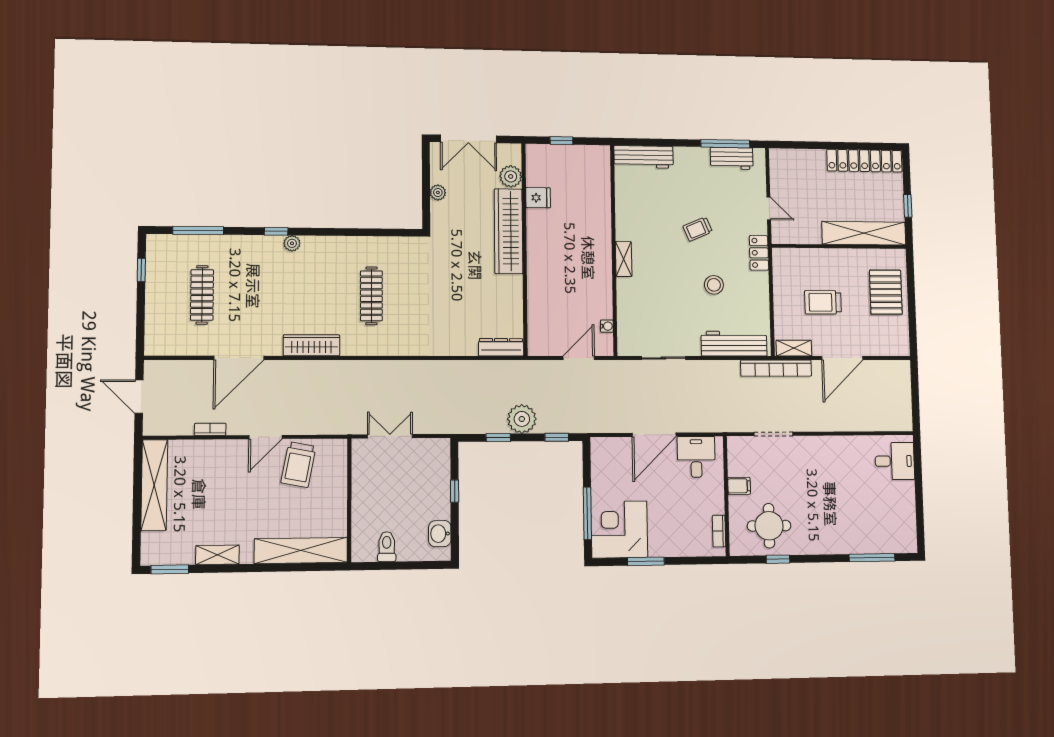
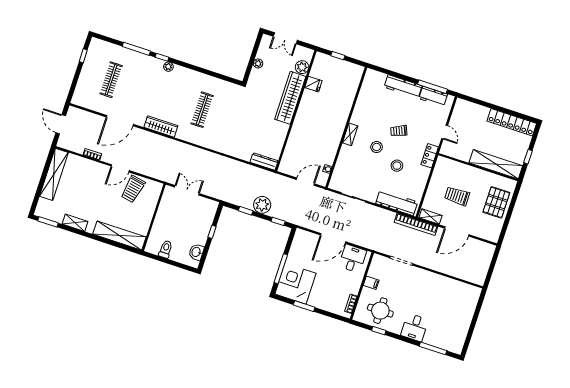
double door: (468, 139) -> (285, 38), width x0.73
workbench: (644, 157) -> (403, 86), moved
window: (198, 230) -> (136, 49), moved
stool: (672, 266) -> (377, 147), added
desk: (895, 461) -> (415, 327), moved, turned 90

